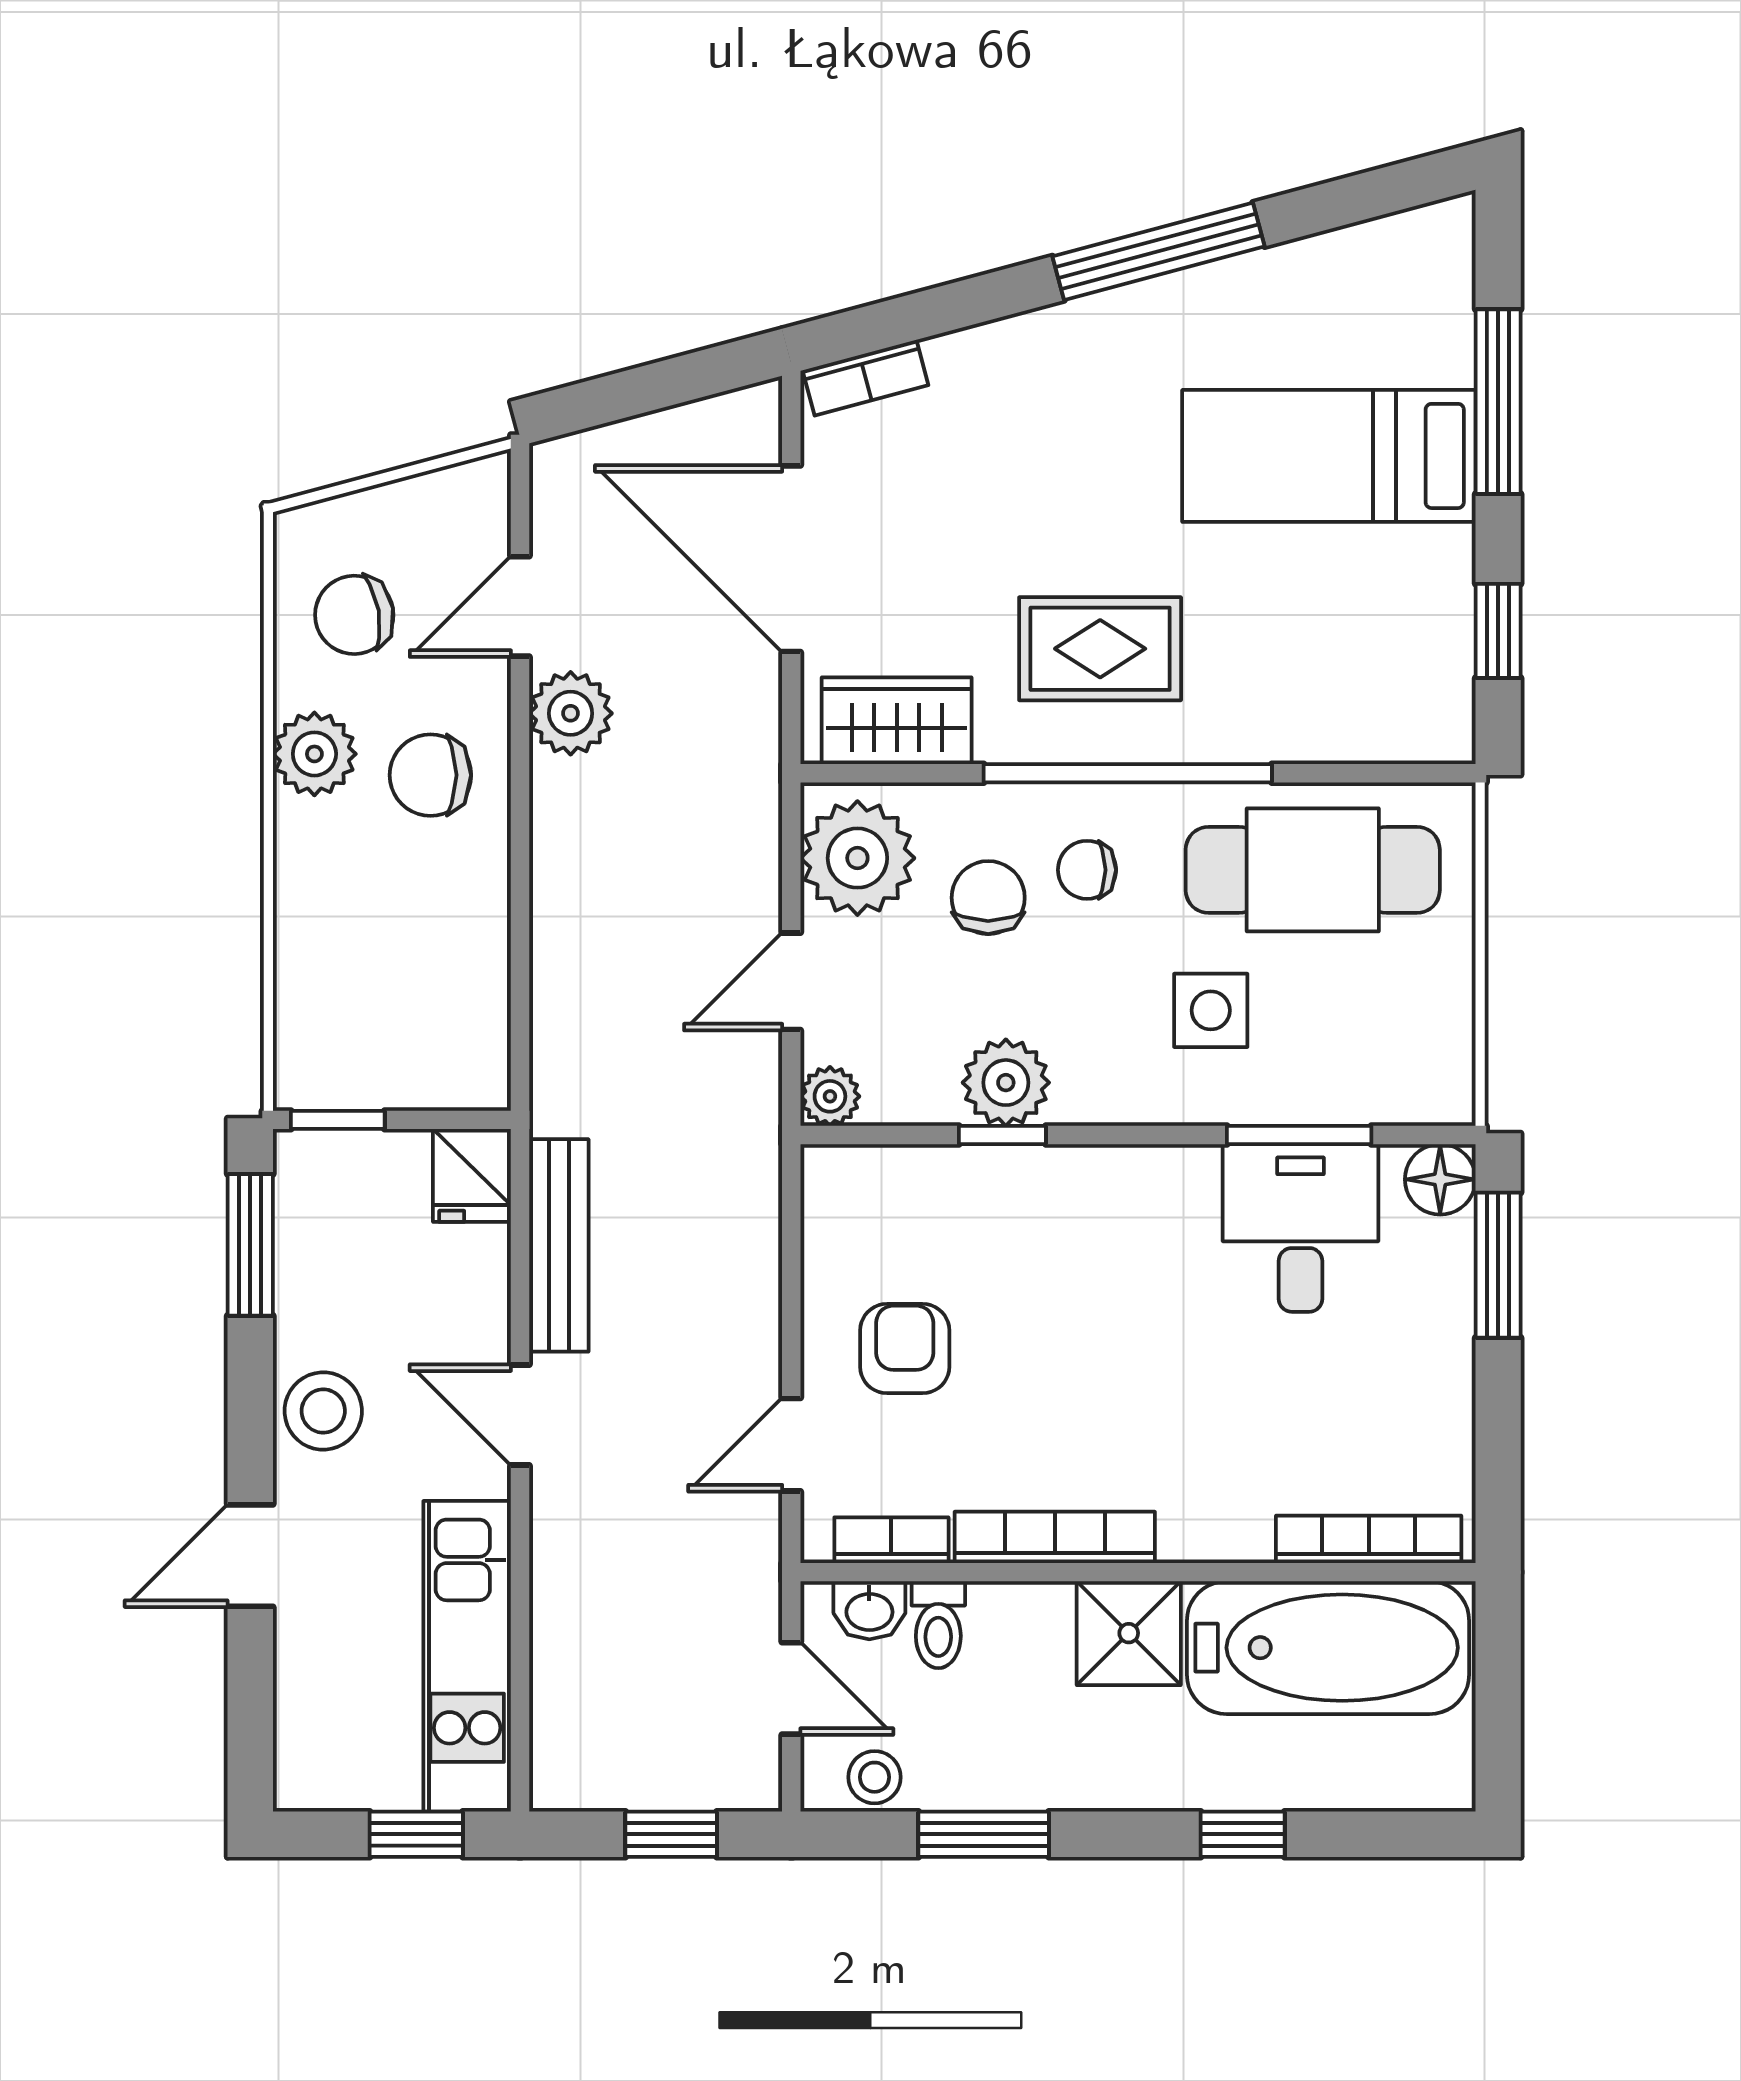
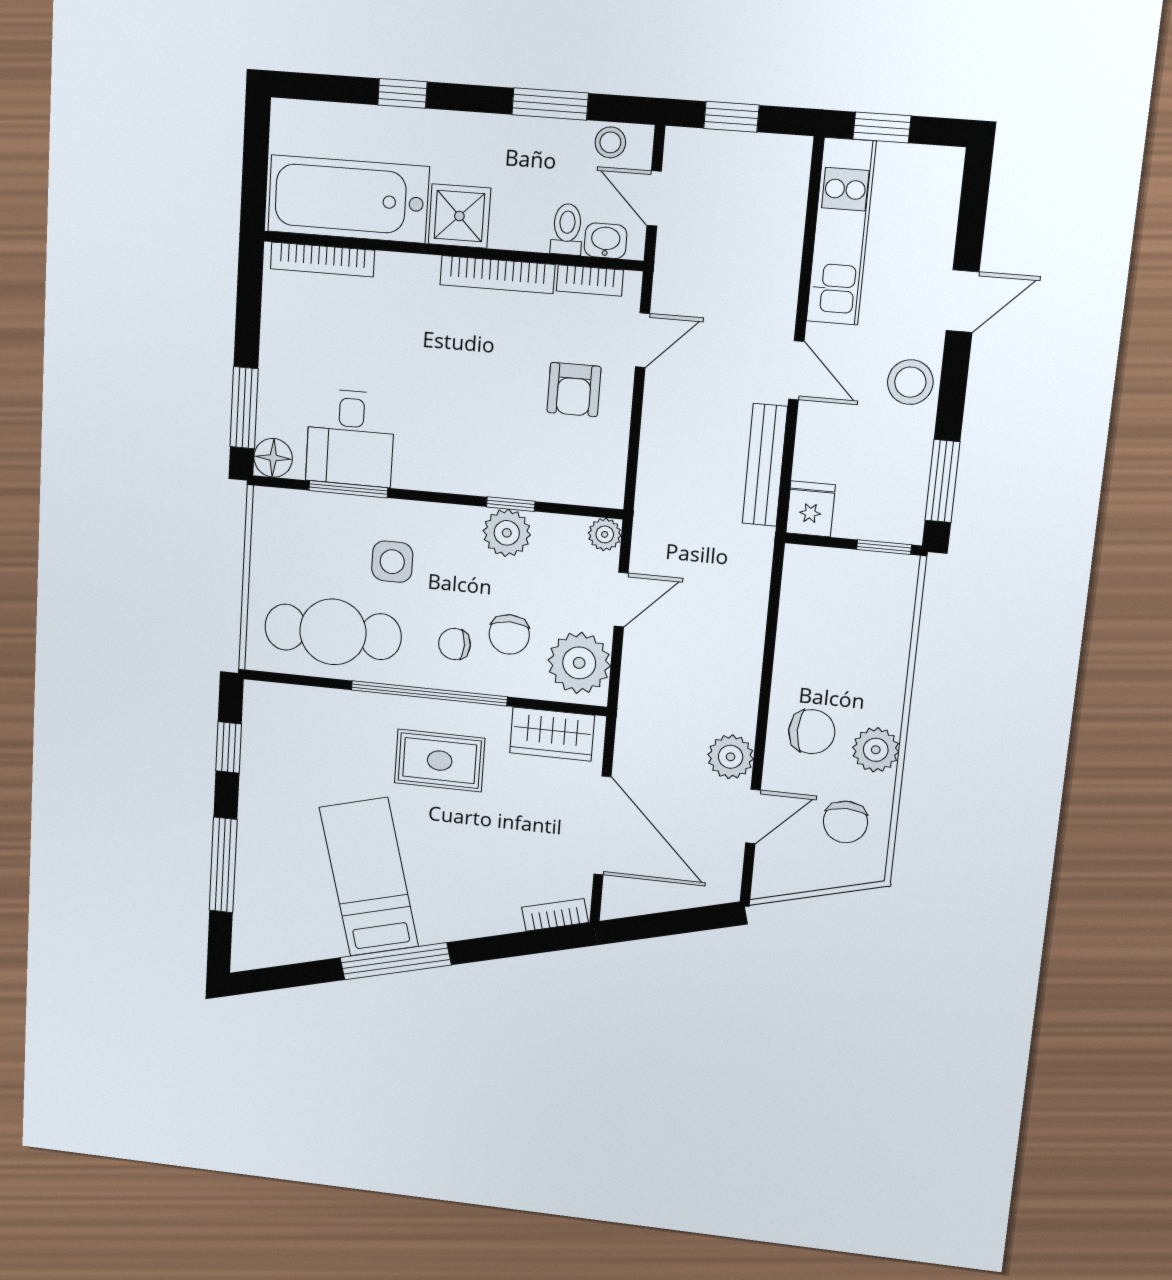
bed: (1329, 456) -> (369, 877), moved, turned -105
chair: (354, 615) -> (845, 822), turned 100
chair: (1087, 870) -> (454, 644), turned 180

